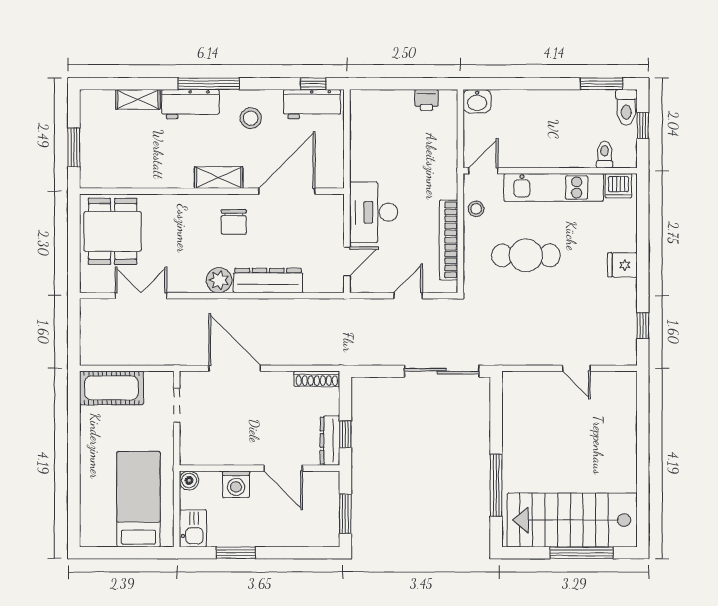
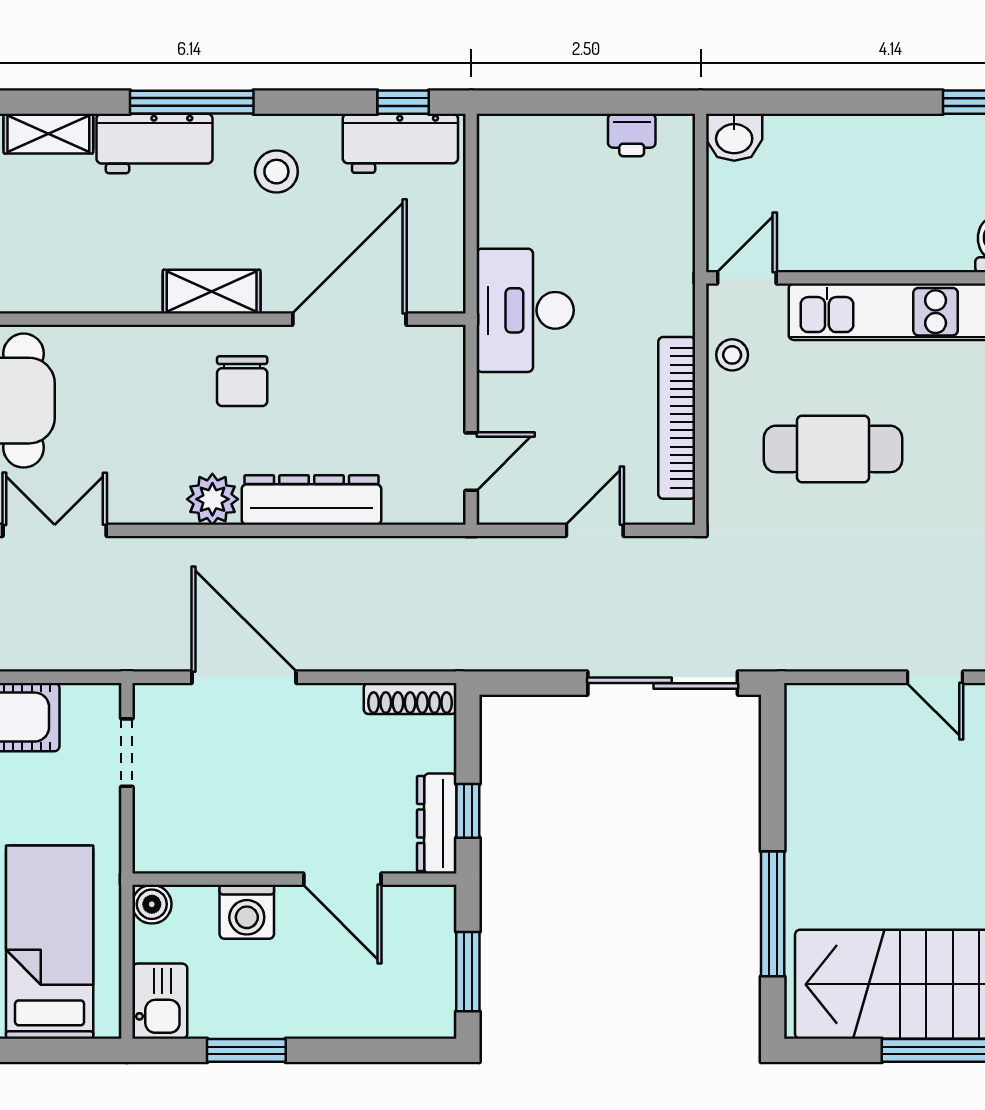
desk: (374, 212) -> (525, 310), moved

